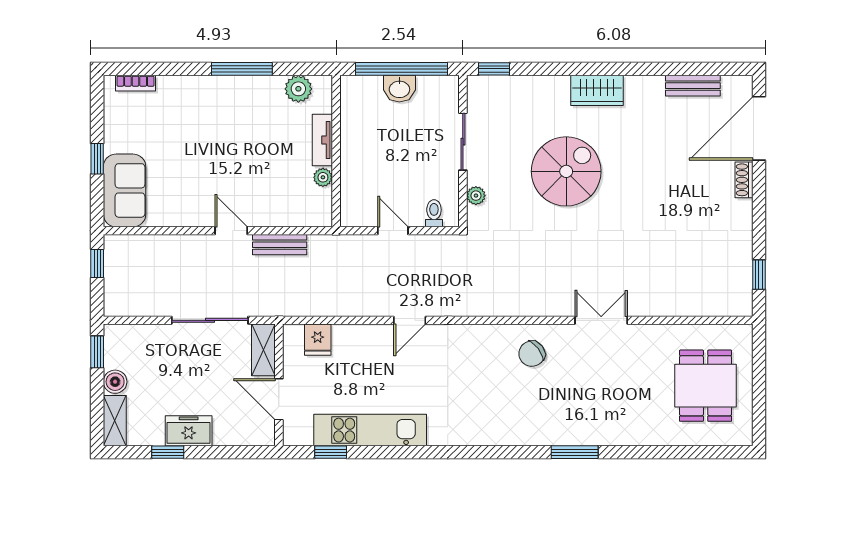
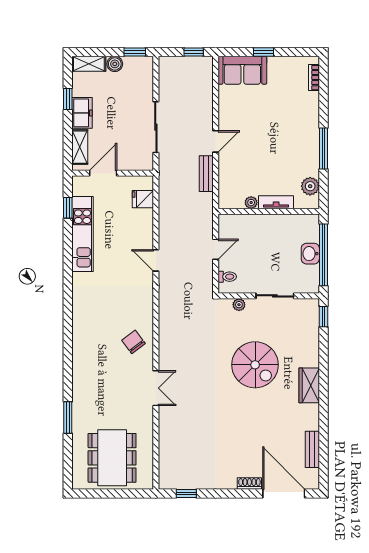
shelving: (263, 350) -> (80, 147), moved, turned 90
dining table: (706, 386) -> (112, 458), width x1.38
window: (575, 452) -> (68, 418), moved

